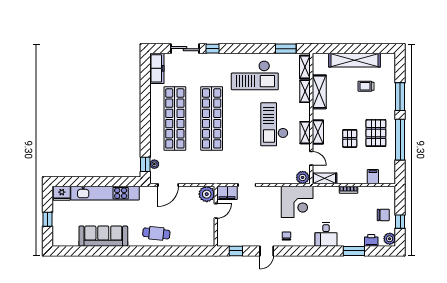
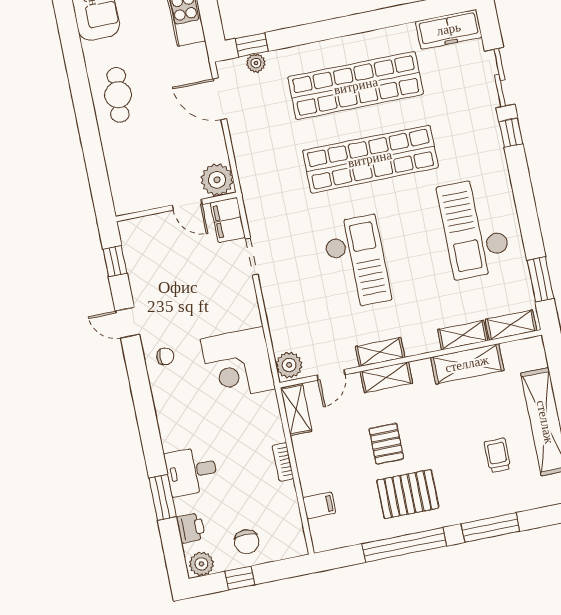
checkout: (274, 124) -> (357, 262), moved, turned 90
pallet: (350, 138) -> (386, 444), turned 90
desk: (326, 235) -> (191, 471), moved

